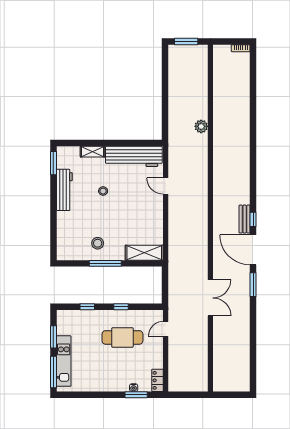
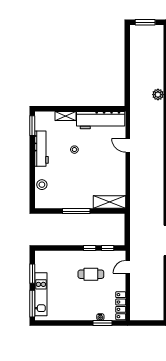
stool: (98, 243) -> (42, 185), moved
window: (87, 307) -> (108, 248), moved
cafe table: (122, 337) -> (91, 274), width x0.73, depth x0.74
locker: (157, 380) -> (121, 306), width x1.53

